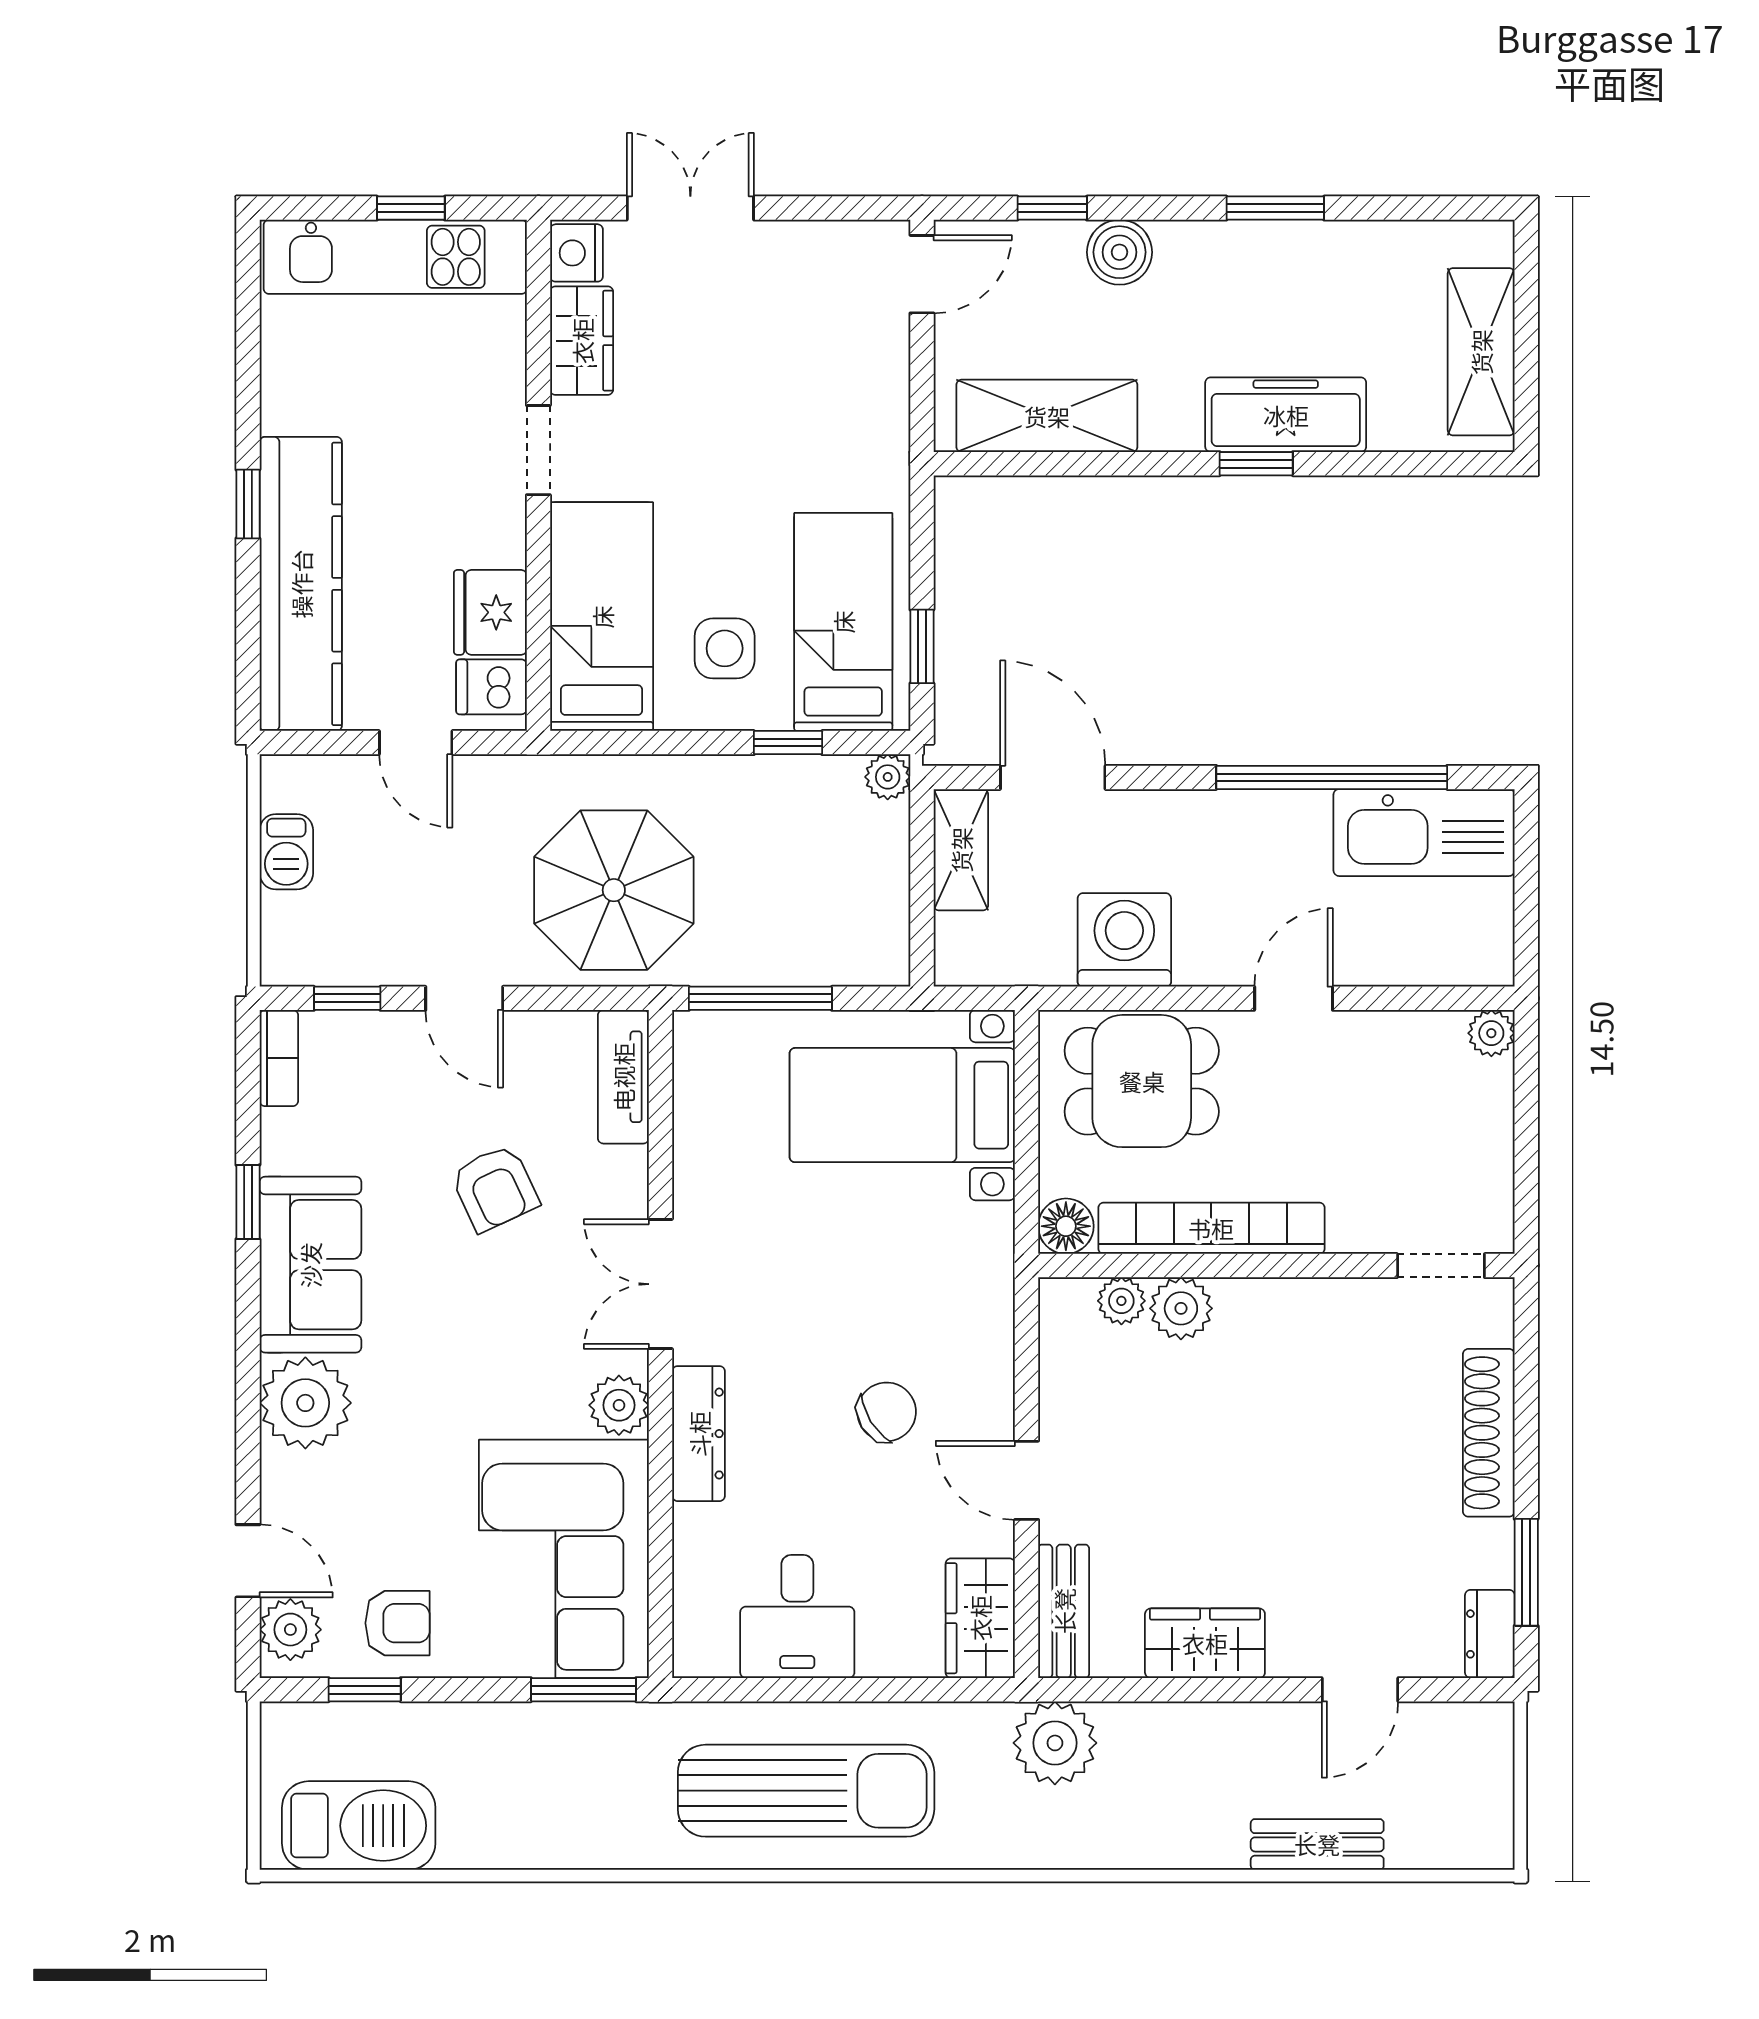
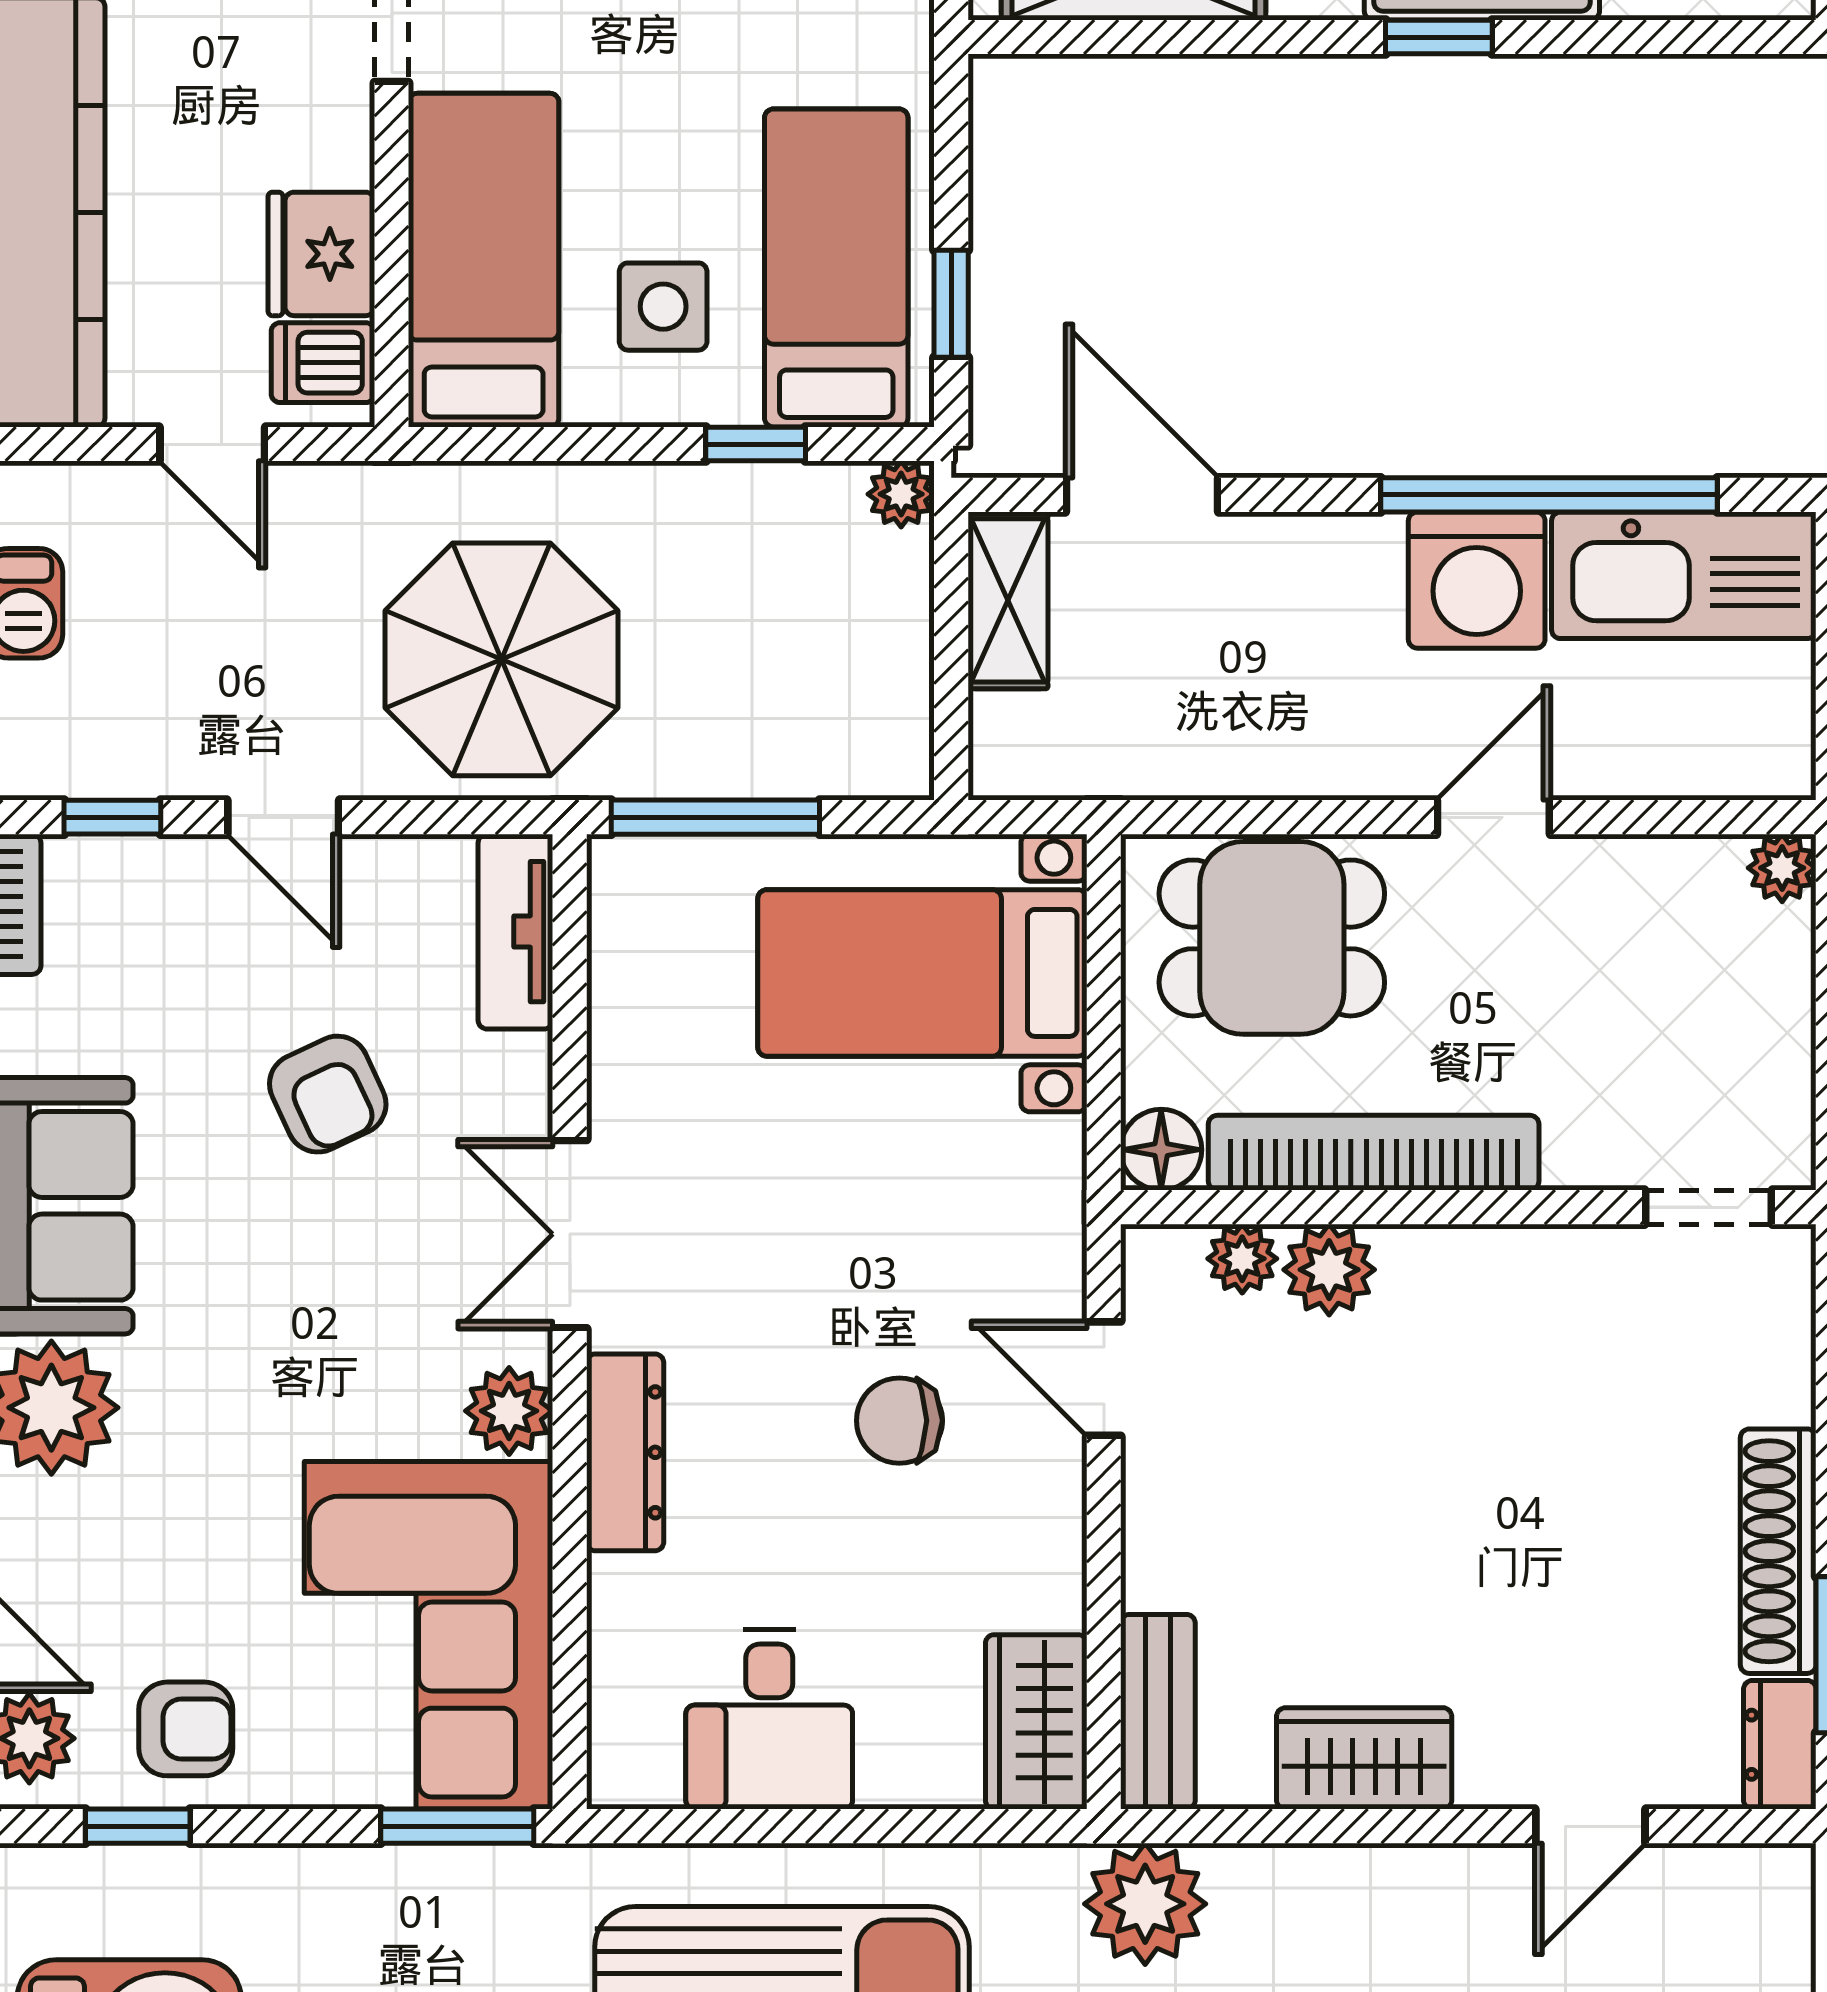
washing machine: (1124, 940) -> (1477, 580), moved, turned 180
chair: (887, 1412) -> (899, 1421), turned -148
shoe rack: (1489, 1433) -> (1778, 1551), moved
door: (1027, 1480) -> (1104, 1379), moved

